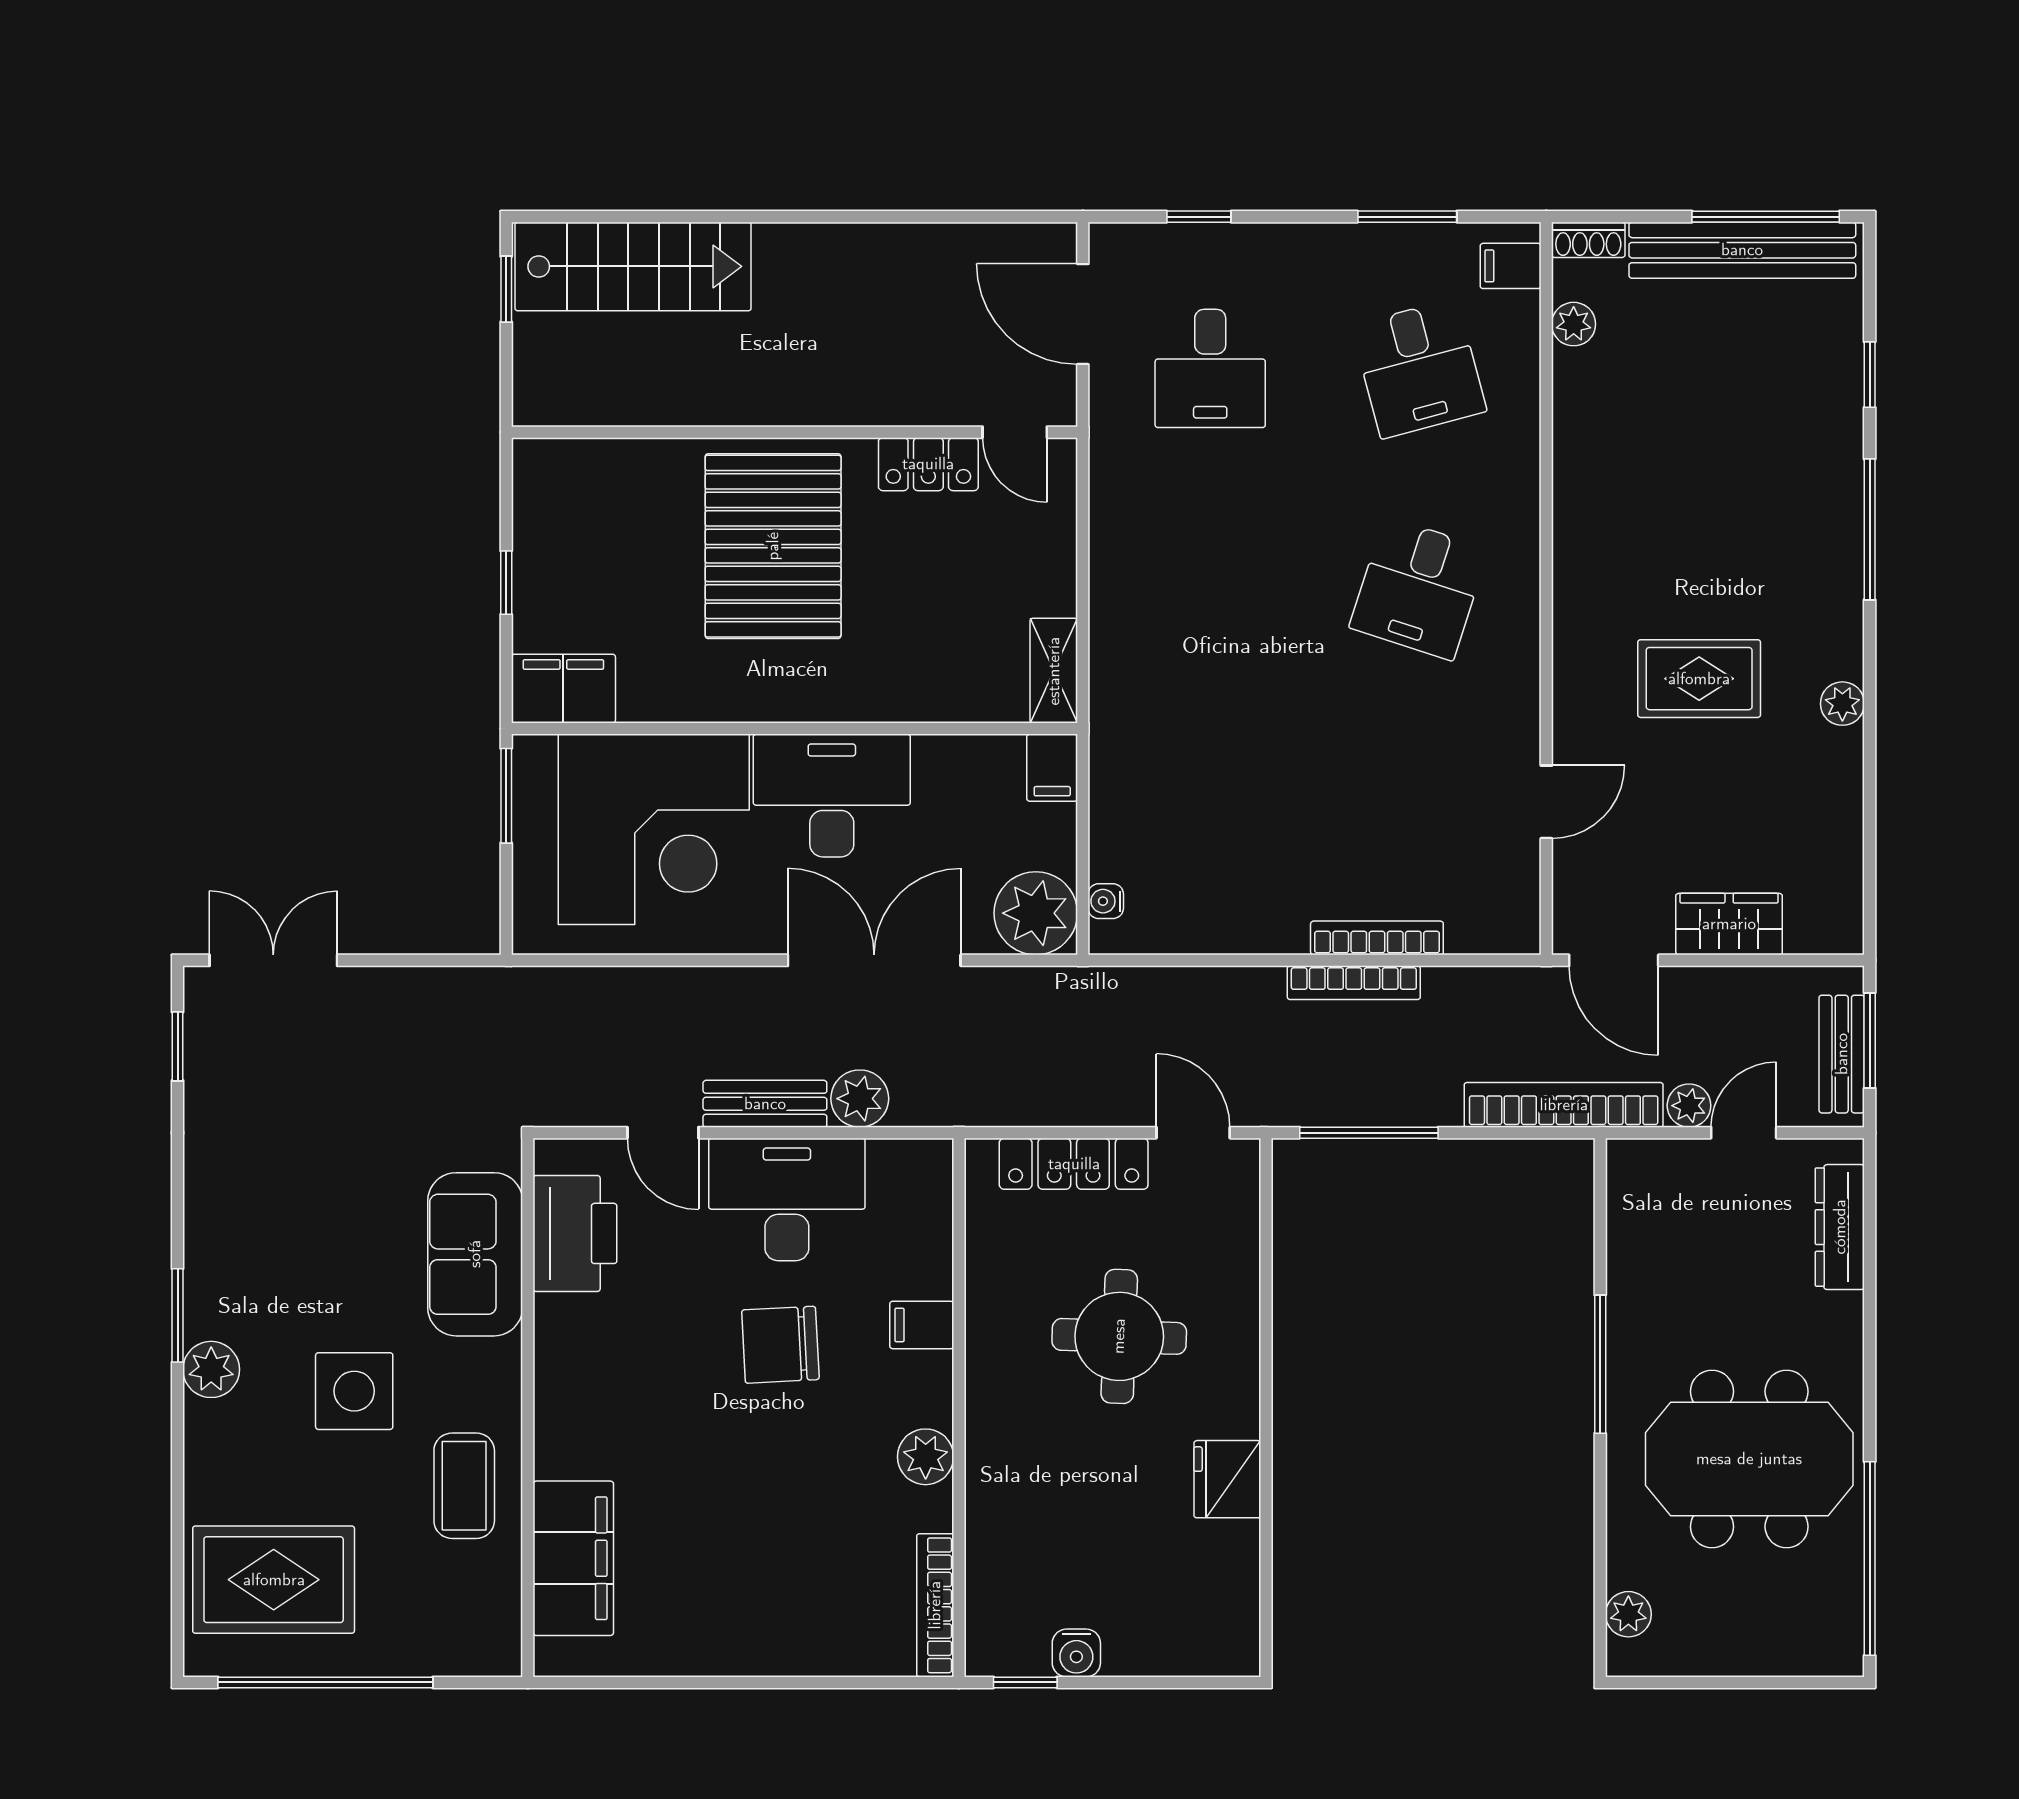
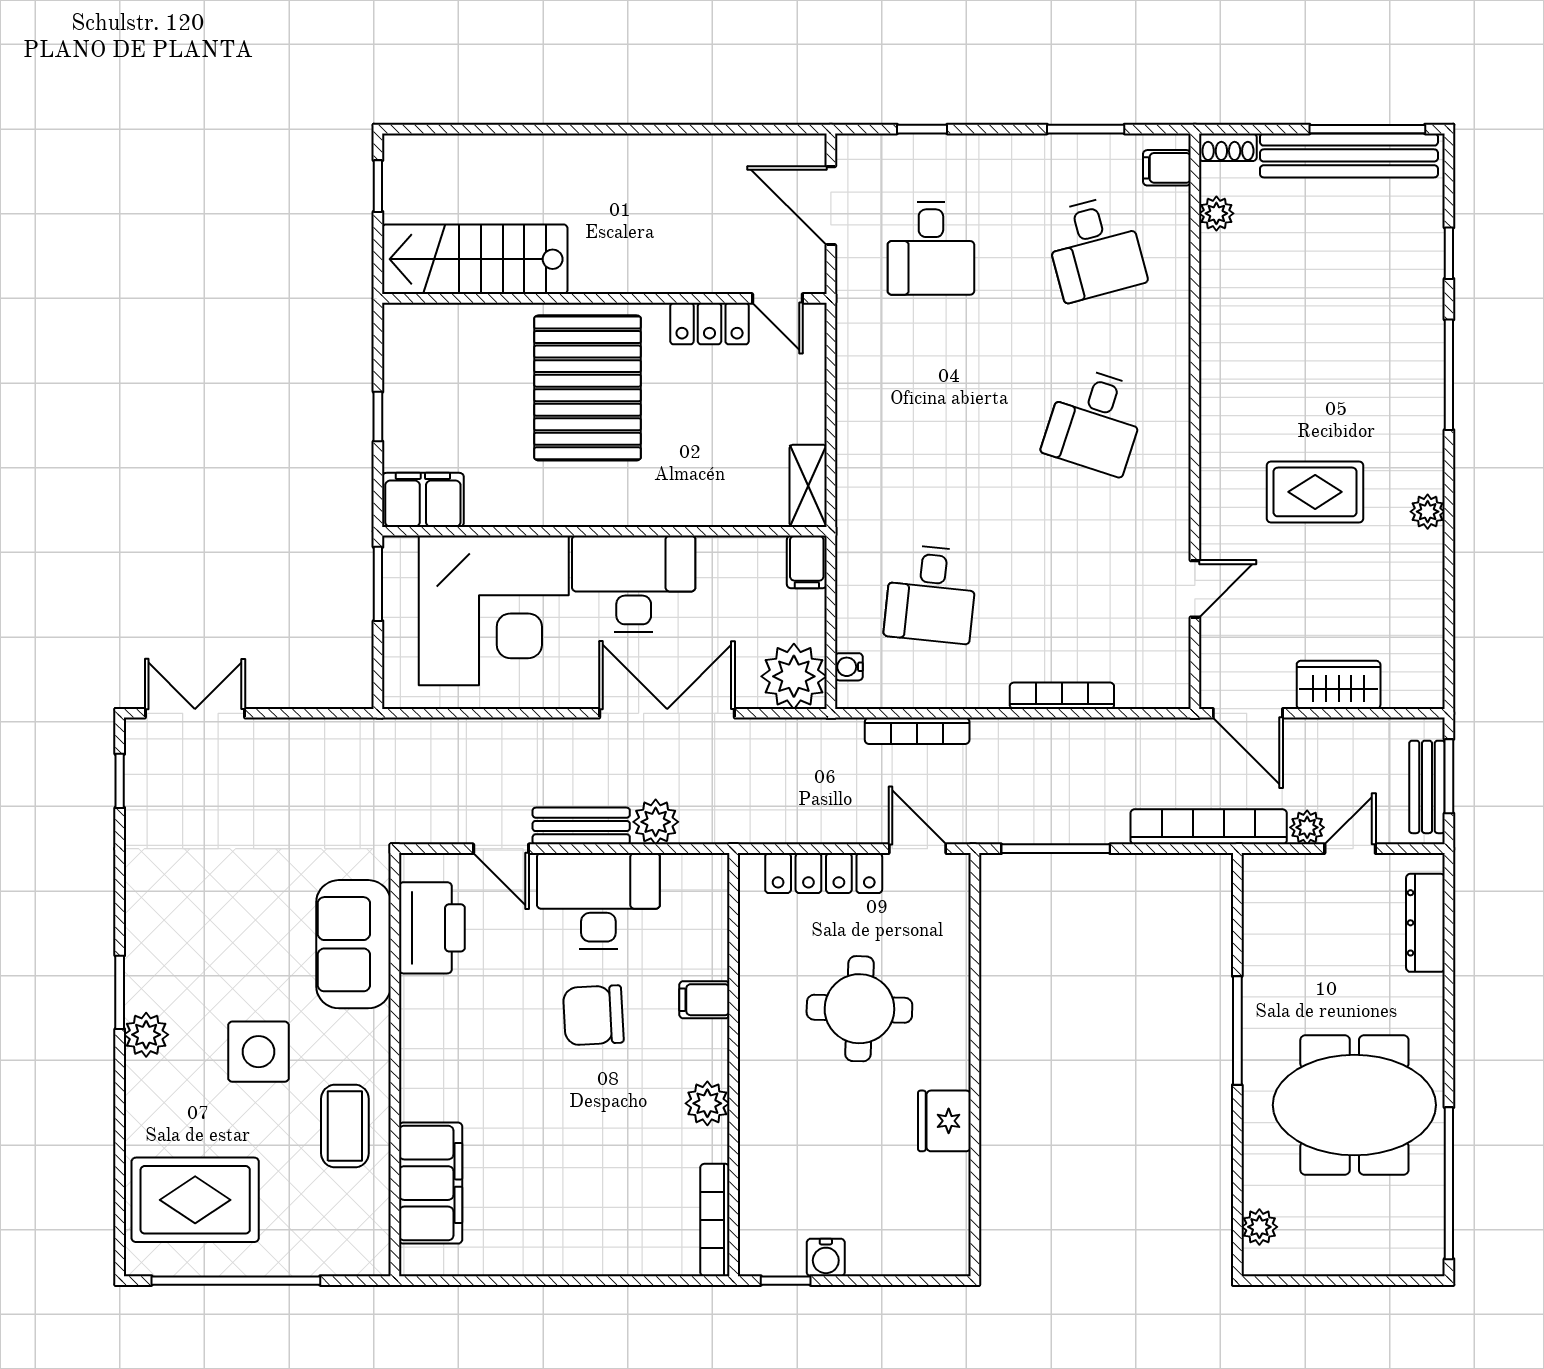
stairs: (633, 266) -> (475, 259), moved, turned 180
desk: (1210, 808) -> (931, 594), added
bookcase: (1354, 983) -> (917, 731), moved

